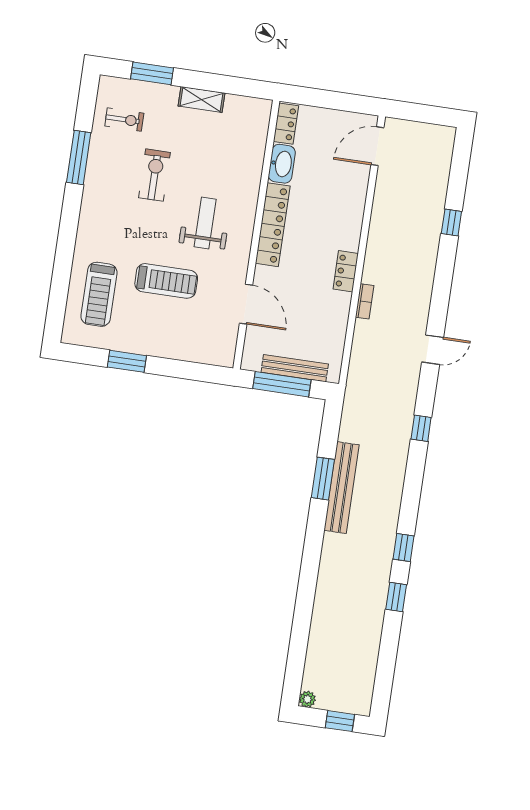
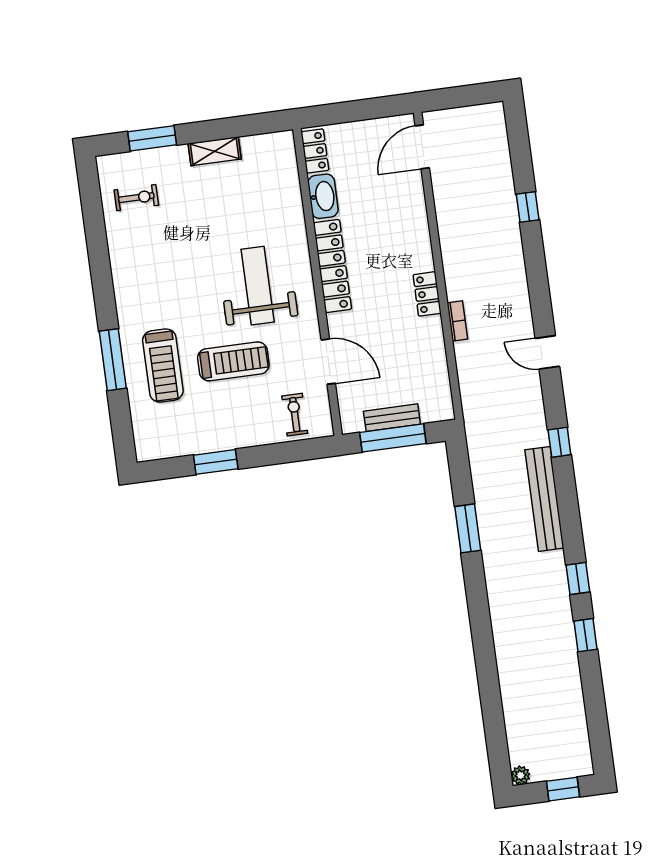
window: (79, 158) -> (113, 360), moved
exercise bike: (154, 175) -> (295, 415), moved, width x0.73, depth x0.72
weight bench: (205, 223) -> (258, 286), width x1.36, depth x1.33
treadmill: (99, 294) -> (163, 366), moved
door: (433, 350) -> (547, 352), swing flipped
bench: (295, 368) -> (392, 418), width x0.73
bench: (342, 488) -> (544, 499), moved

